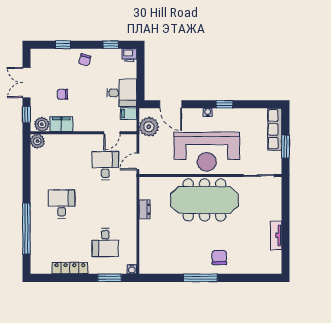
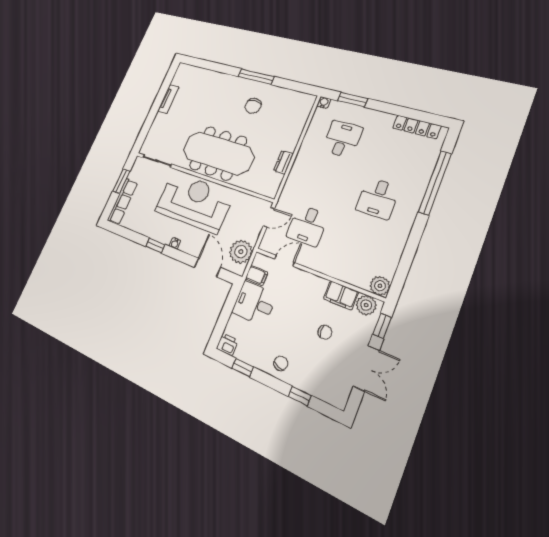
chair: (219, 257) -> (253, 106), moved
locker: (70, 268) -> (417, 127), moved

